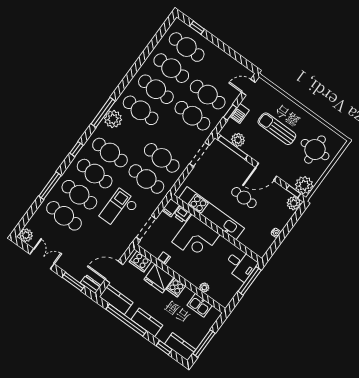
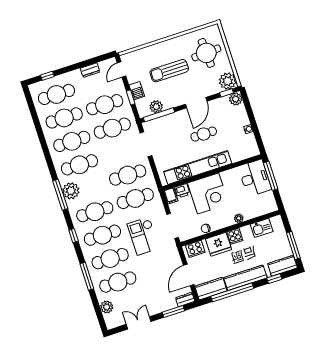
dresser: (228, 61) -> (90, 70), added
plant: (26, 235) -> (107, 307), moved
desk: (241, 265) -> (255, 178), width x1.37
plant: (204, 288) -> (239, 218), moved
kitchen counter: (147, 322) -> (245, 278), width x1.50

